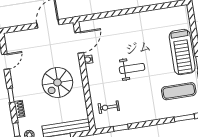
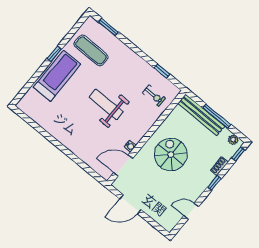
weight bench: (132, 68) -> (106, 104), width x1.36, depth x1.33
spiral stairs: (57, 82) -> (171, 155), turned -90

